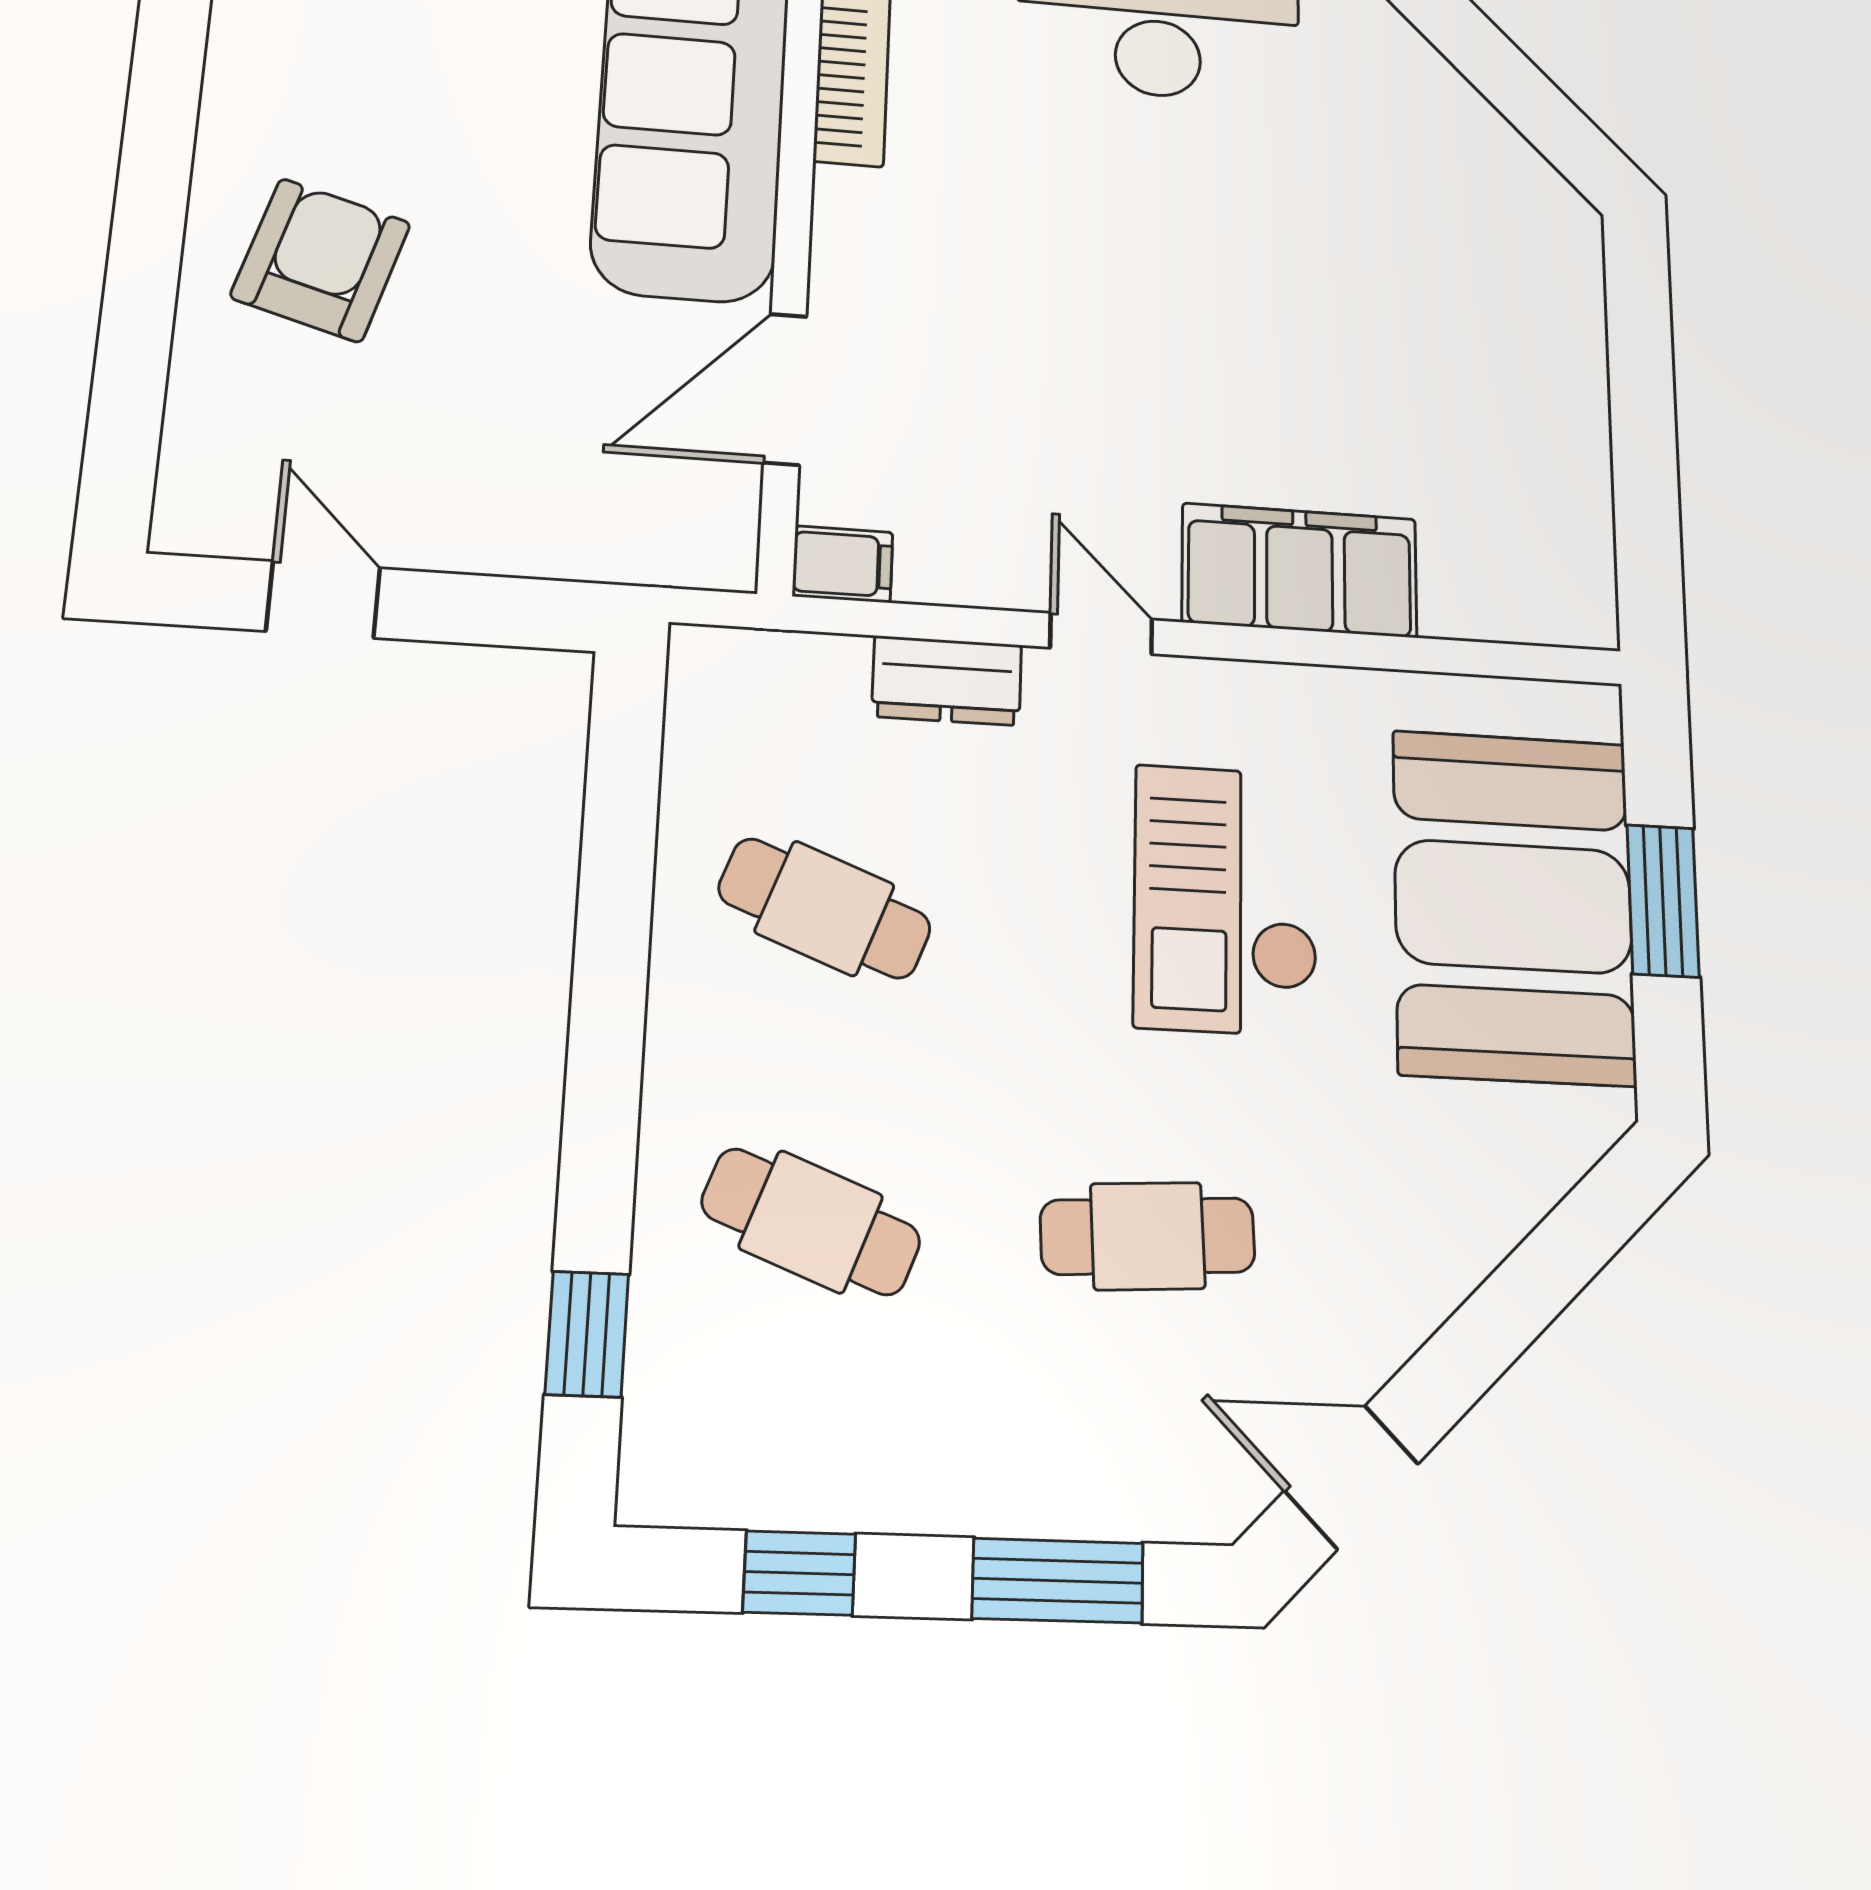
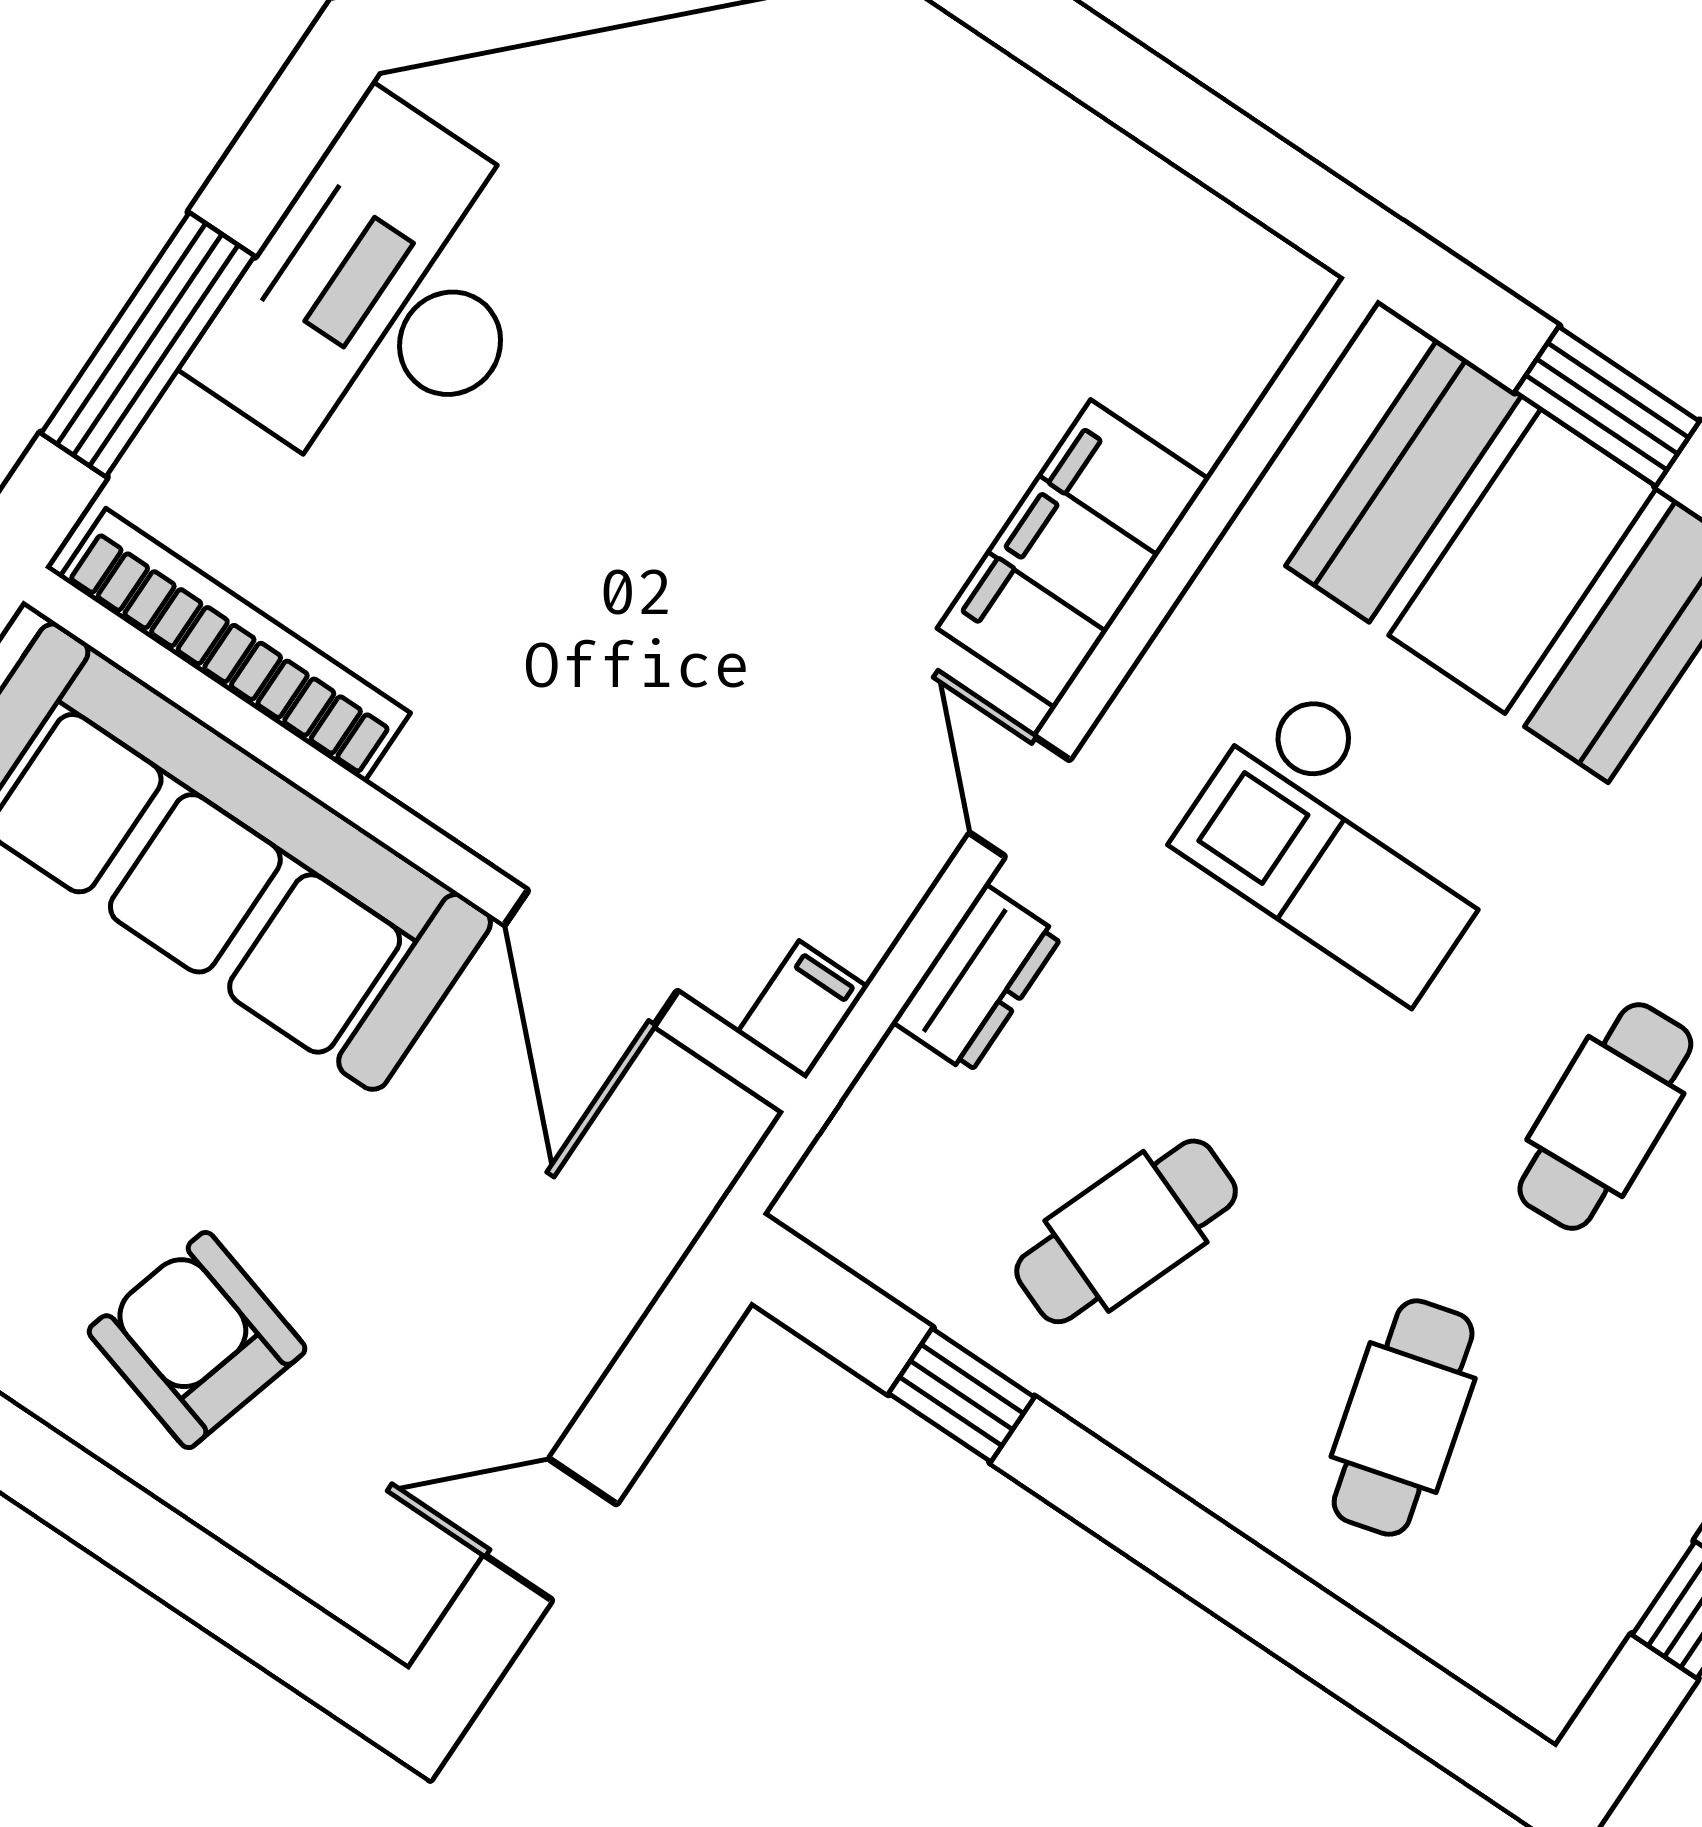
door: (1101, 634) -> (1020, 797), hinge flipped
cafe table: (811, 1222) -> (1403, 1418), turned -36
window: (587, 1334) -> (962, 1395), moved

